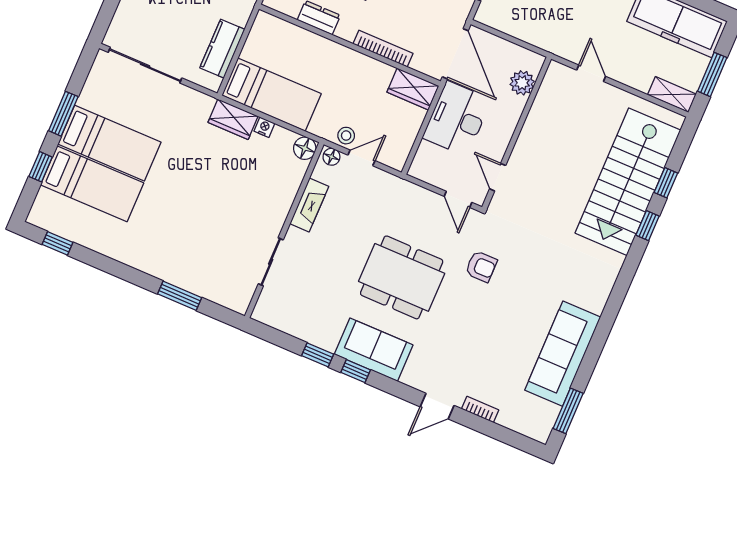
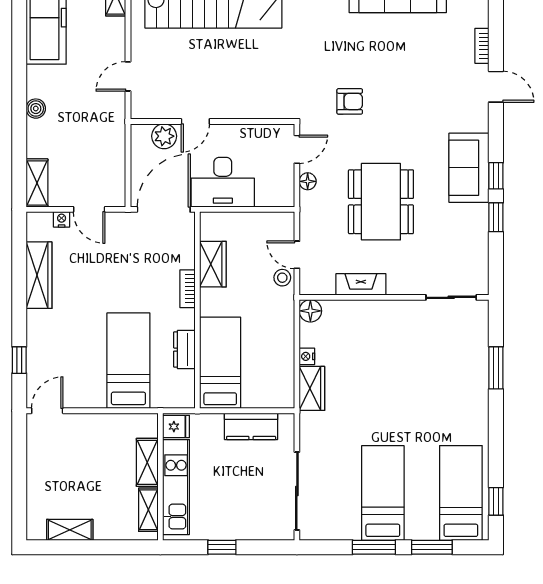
bookcase: (383, 49) -> (187, 289), width x0.64
wardrobe: (413, 89) -> (213, 264), moved
bed: (271, 95) -> (220, 363), moved
floor lamp: (331, 157) -> (308, 181), moved
window: (41, 167) -> (432, 547), width x1.50
door: (498, 177) -> (195, 121), moved
bed: (92, 184) -> (461, 493), moved
sliding door: (271, 262) -> (451, 297), moved
armchair: (481, 266) -> (350, 101), turned 90
dining table: (402, 277) -> (381, 202), moved

